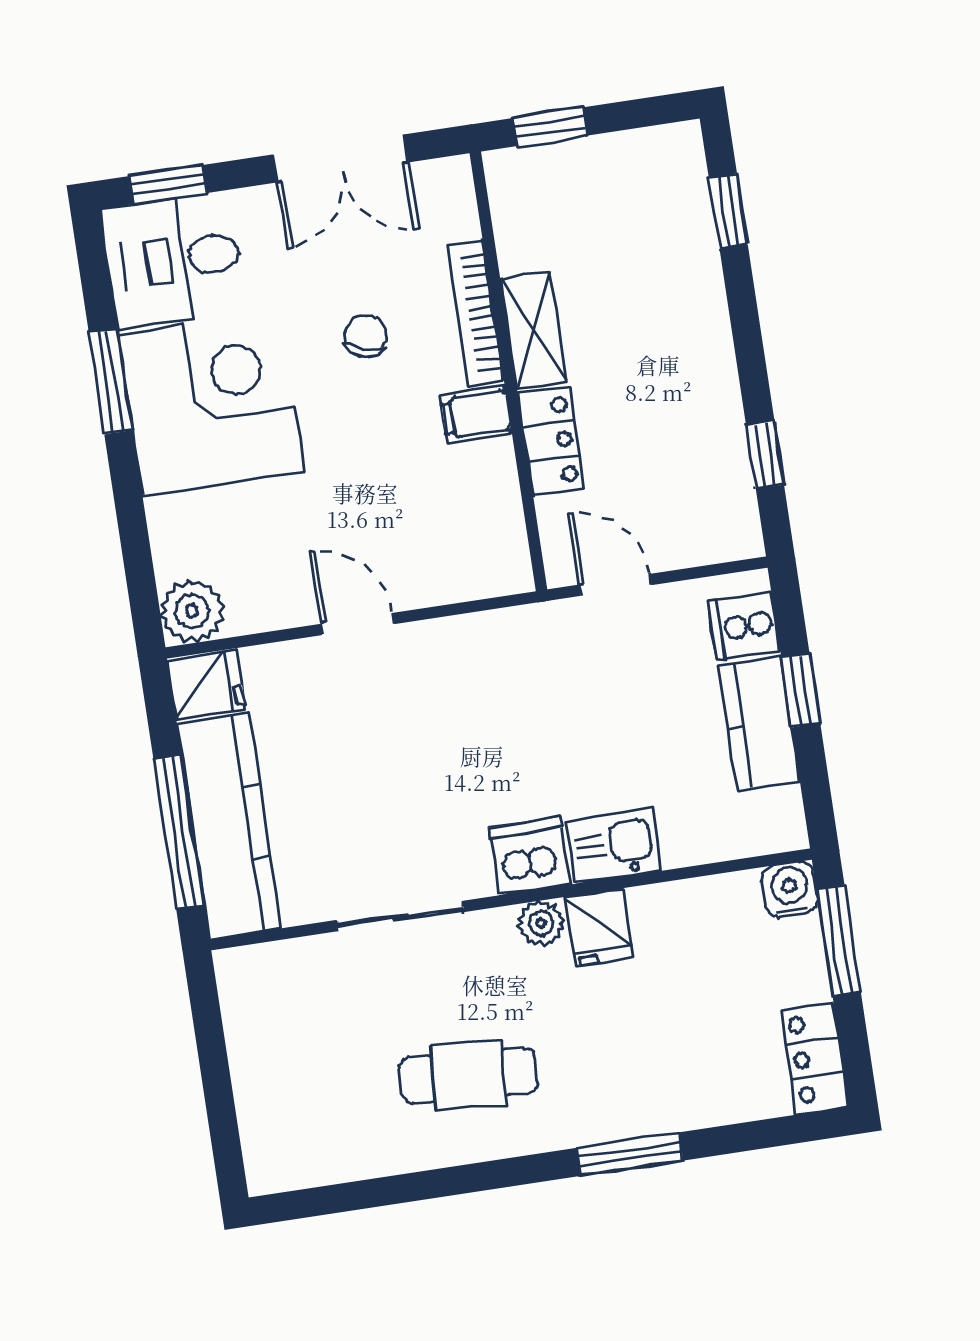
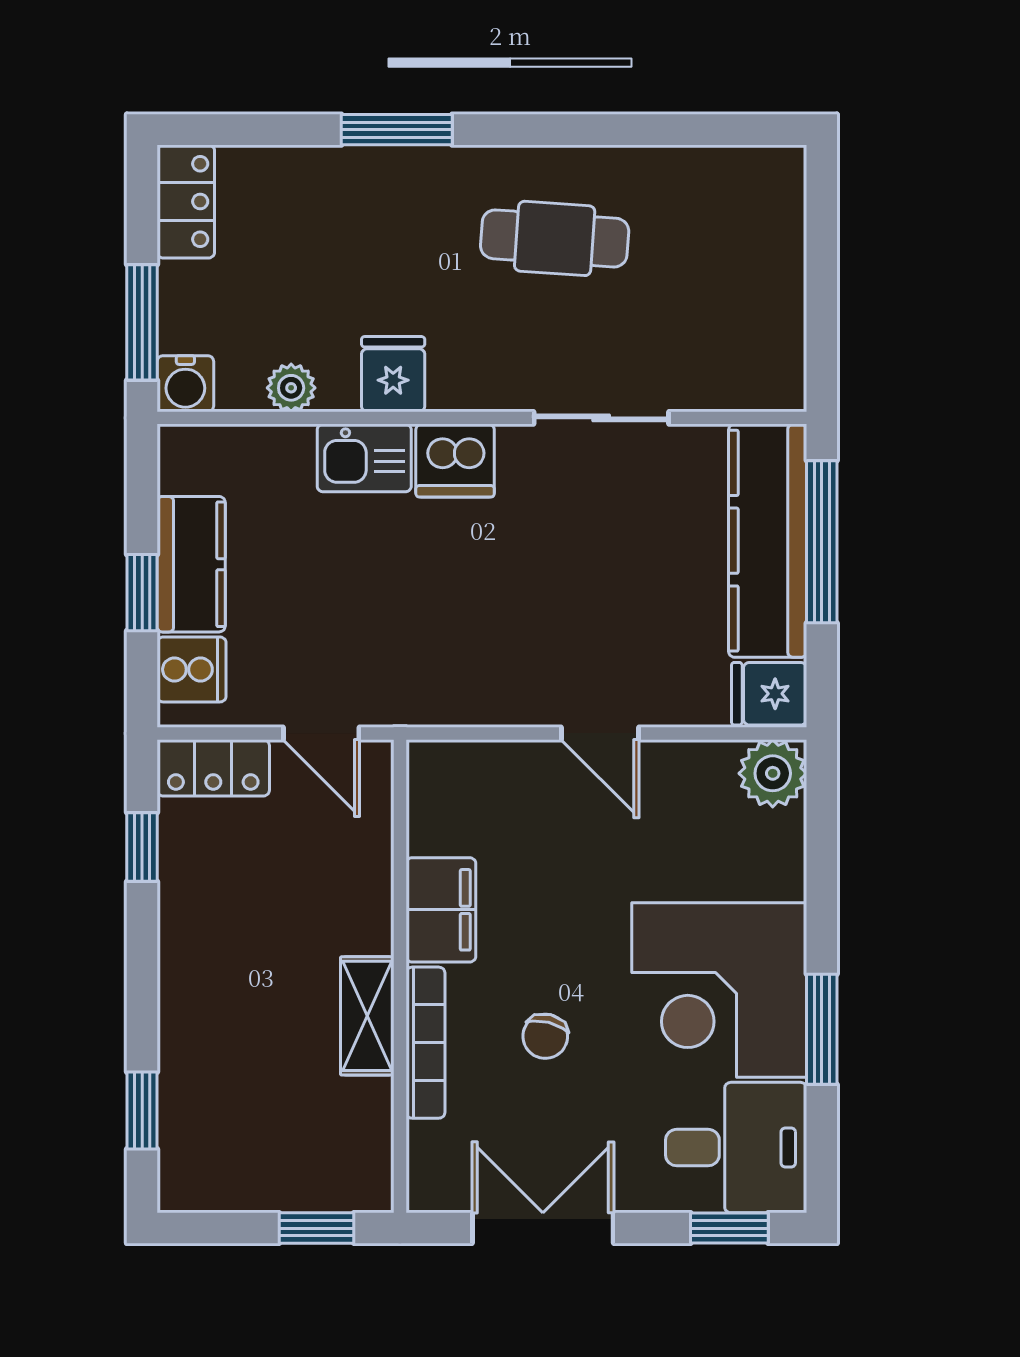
filing cabinet: (476, 414) -> (441, 910), width x2.00
locker: (551, 441) -> (213, 768), moved, turned -90
plant: (541, 923) -> (291, 388), moved

